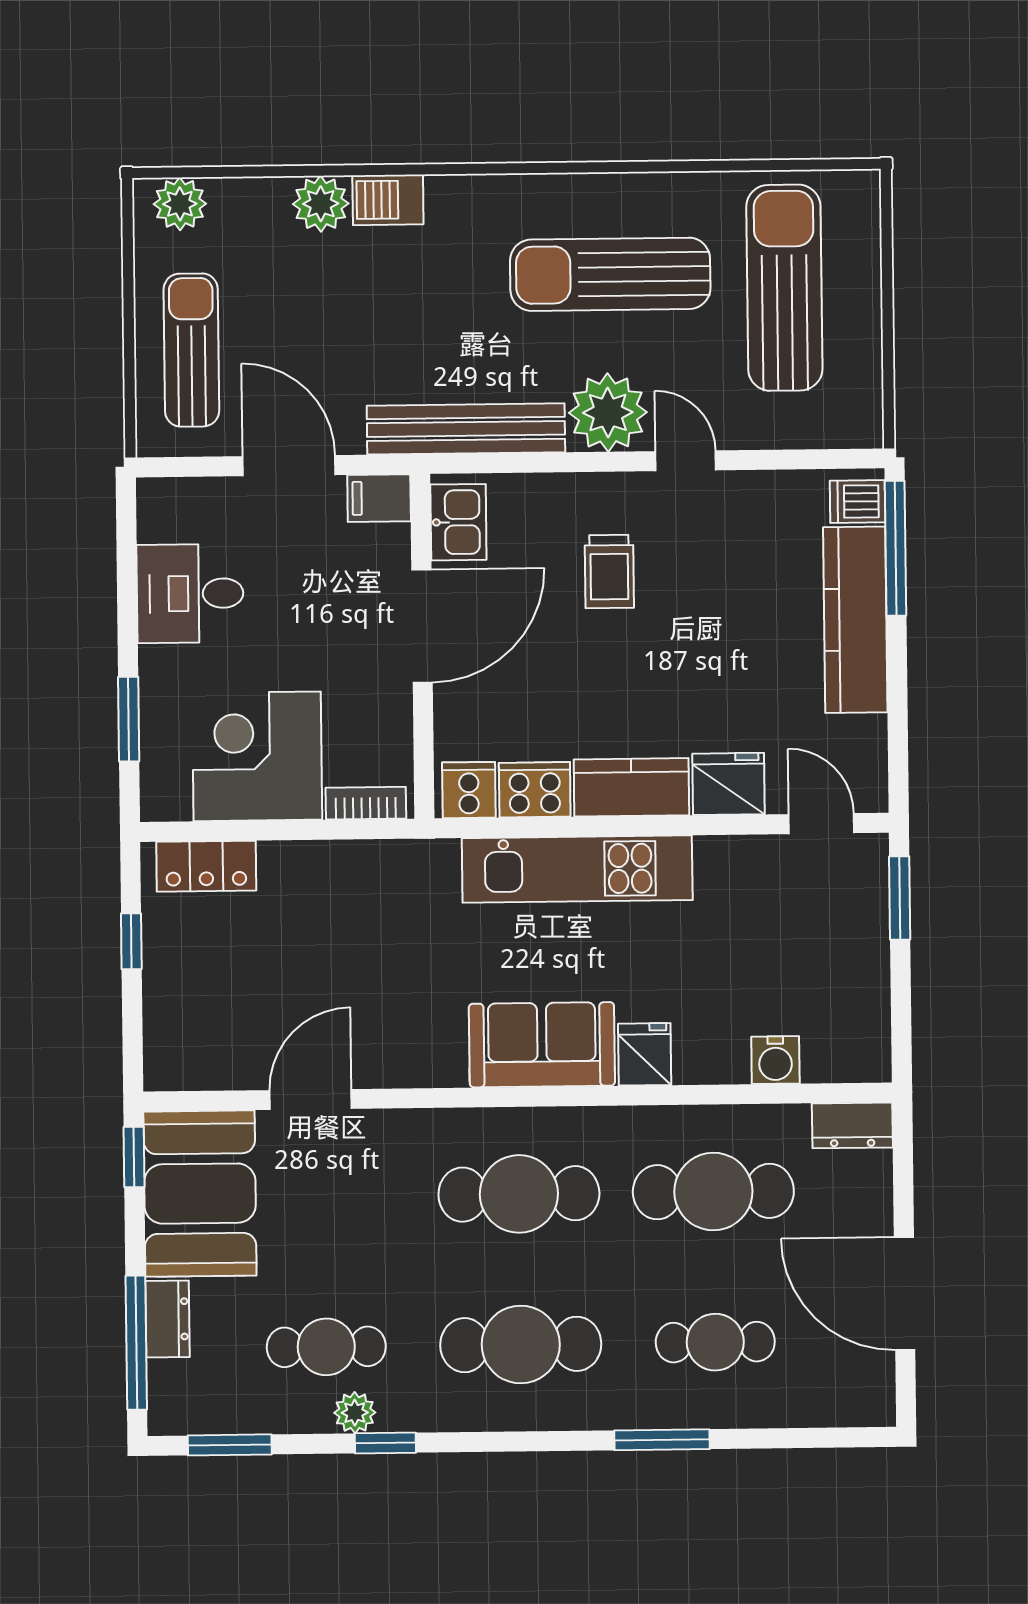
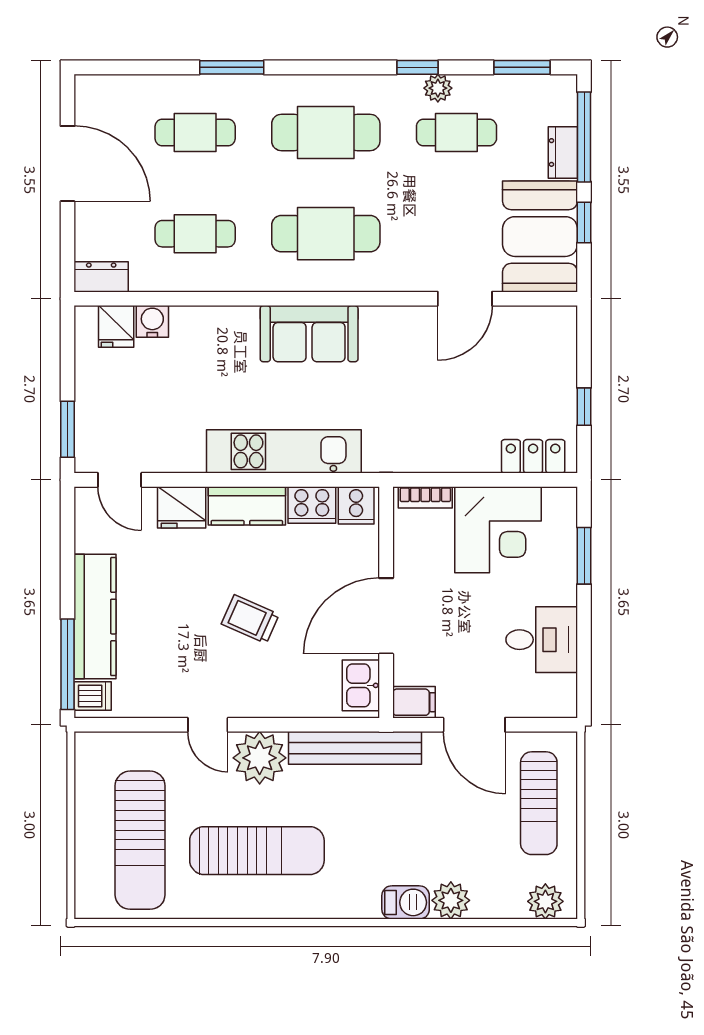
trolley: (609, 571) -> (250, 619), moved, turned -66
fridge: (645, 1054) -> (116, 326), moved
window: (134, 1157) -> (584, 223), moved
cafe table: (713, 1192) -> (195, 234), width x0.73, depth x0.74

